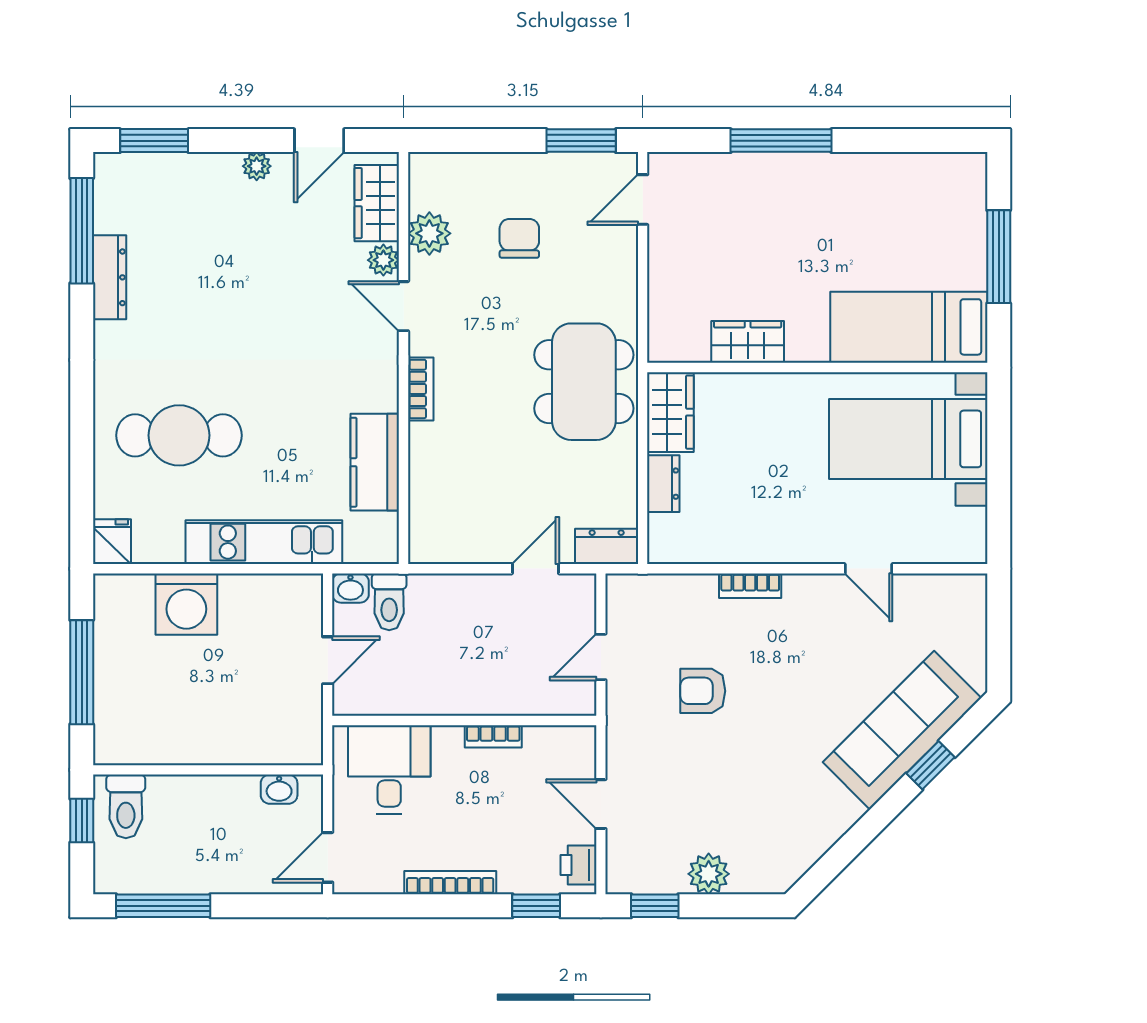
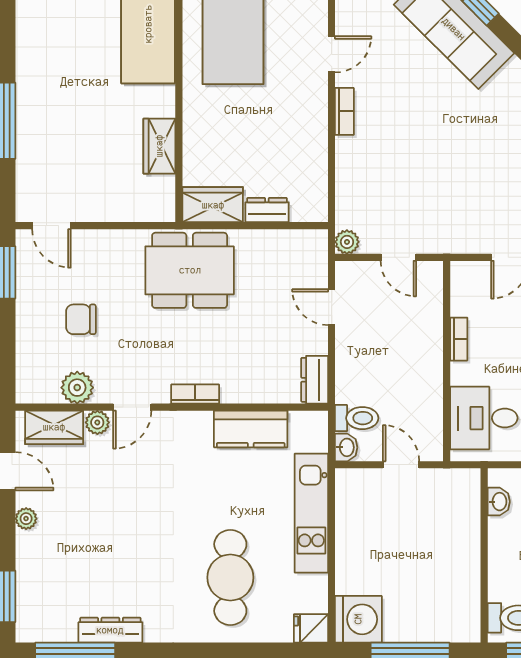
dresser: (607, 546) -> (315, 380), moved
bookcase: (750, 586) -> (344, 111), moved
plant: (621, 589) -> (347, 242), added
washing machine: (186, 604) -> (358, 619), moved
armchair: (703, 691) -> (424, 180), removed

